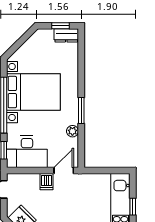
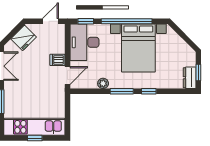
window: (81, 81) -> (149, 91), added
door: (64, 171) -> (67, 76), hinge flipped

